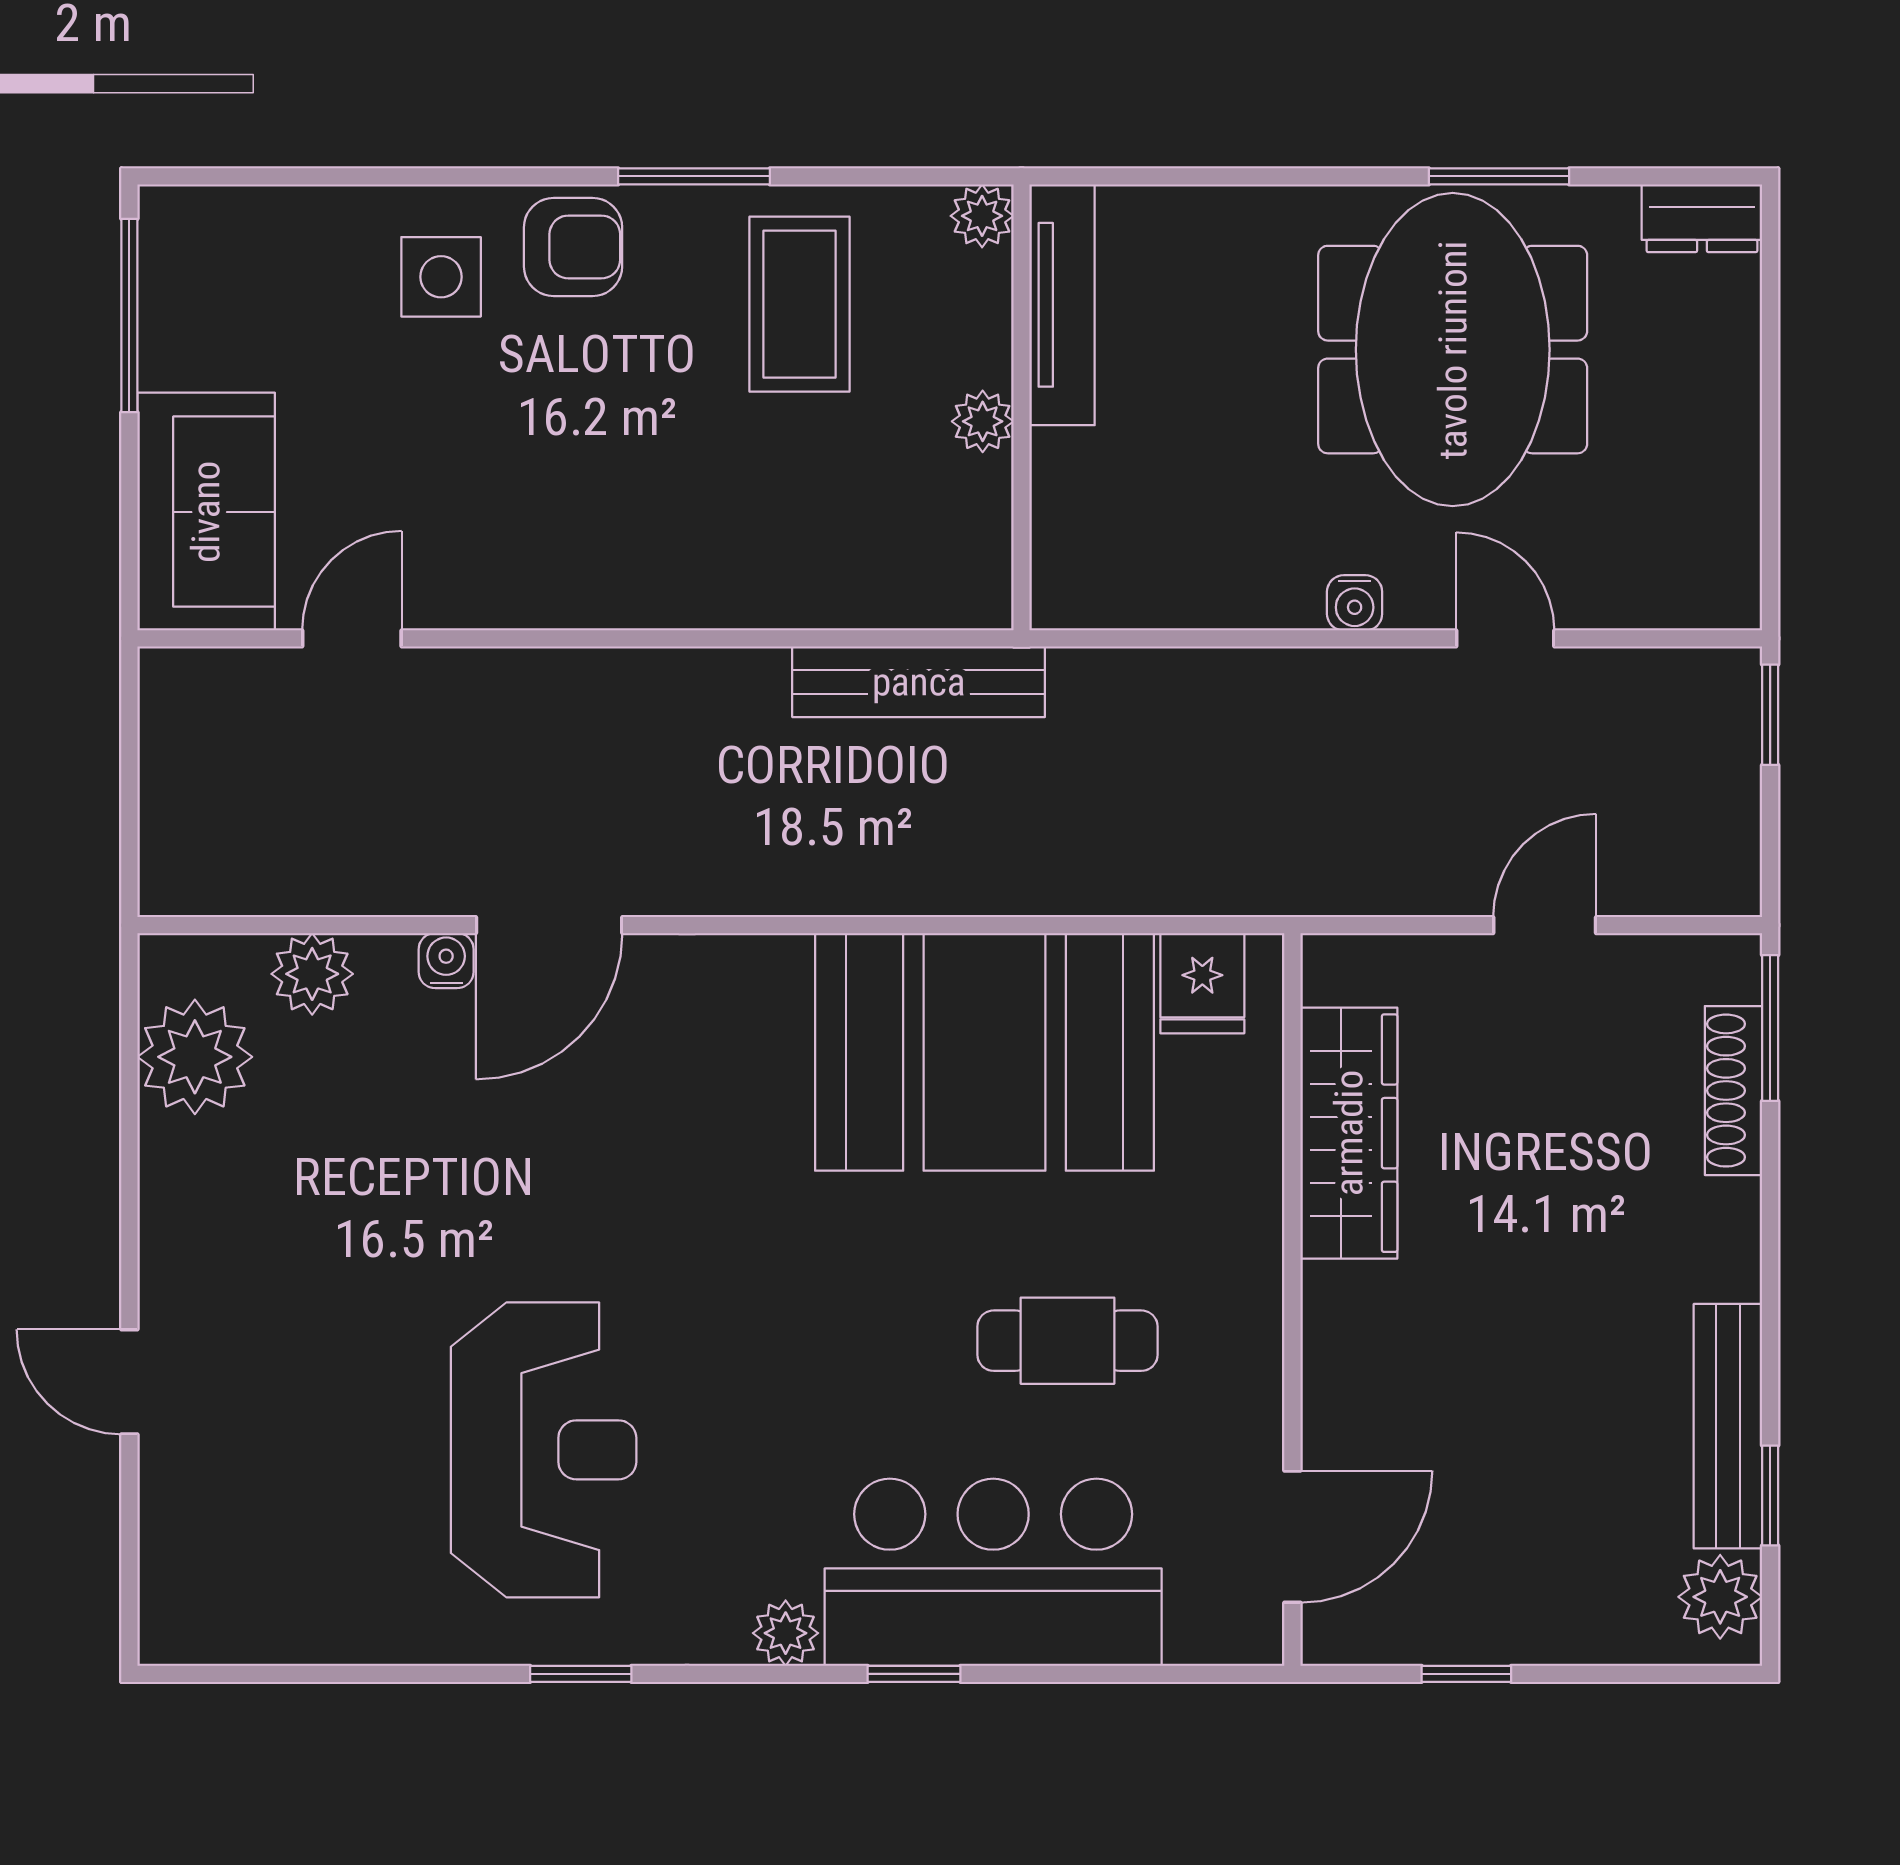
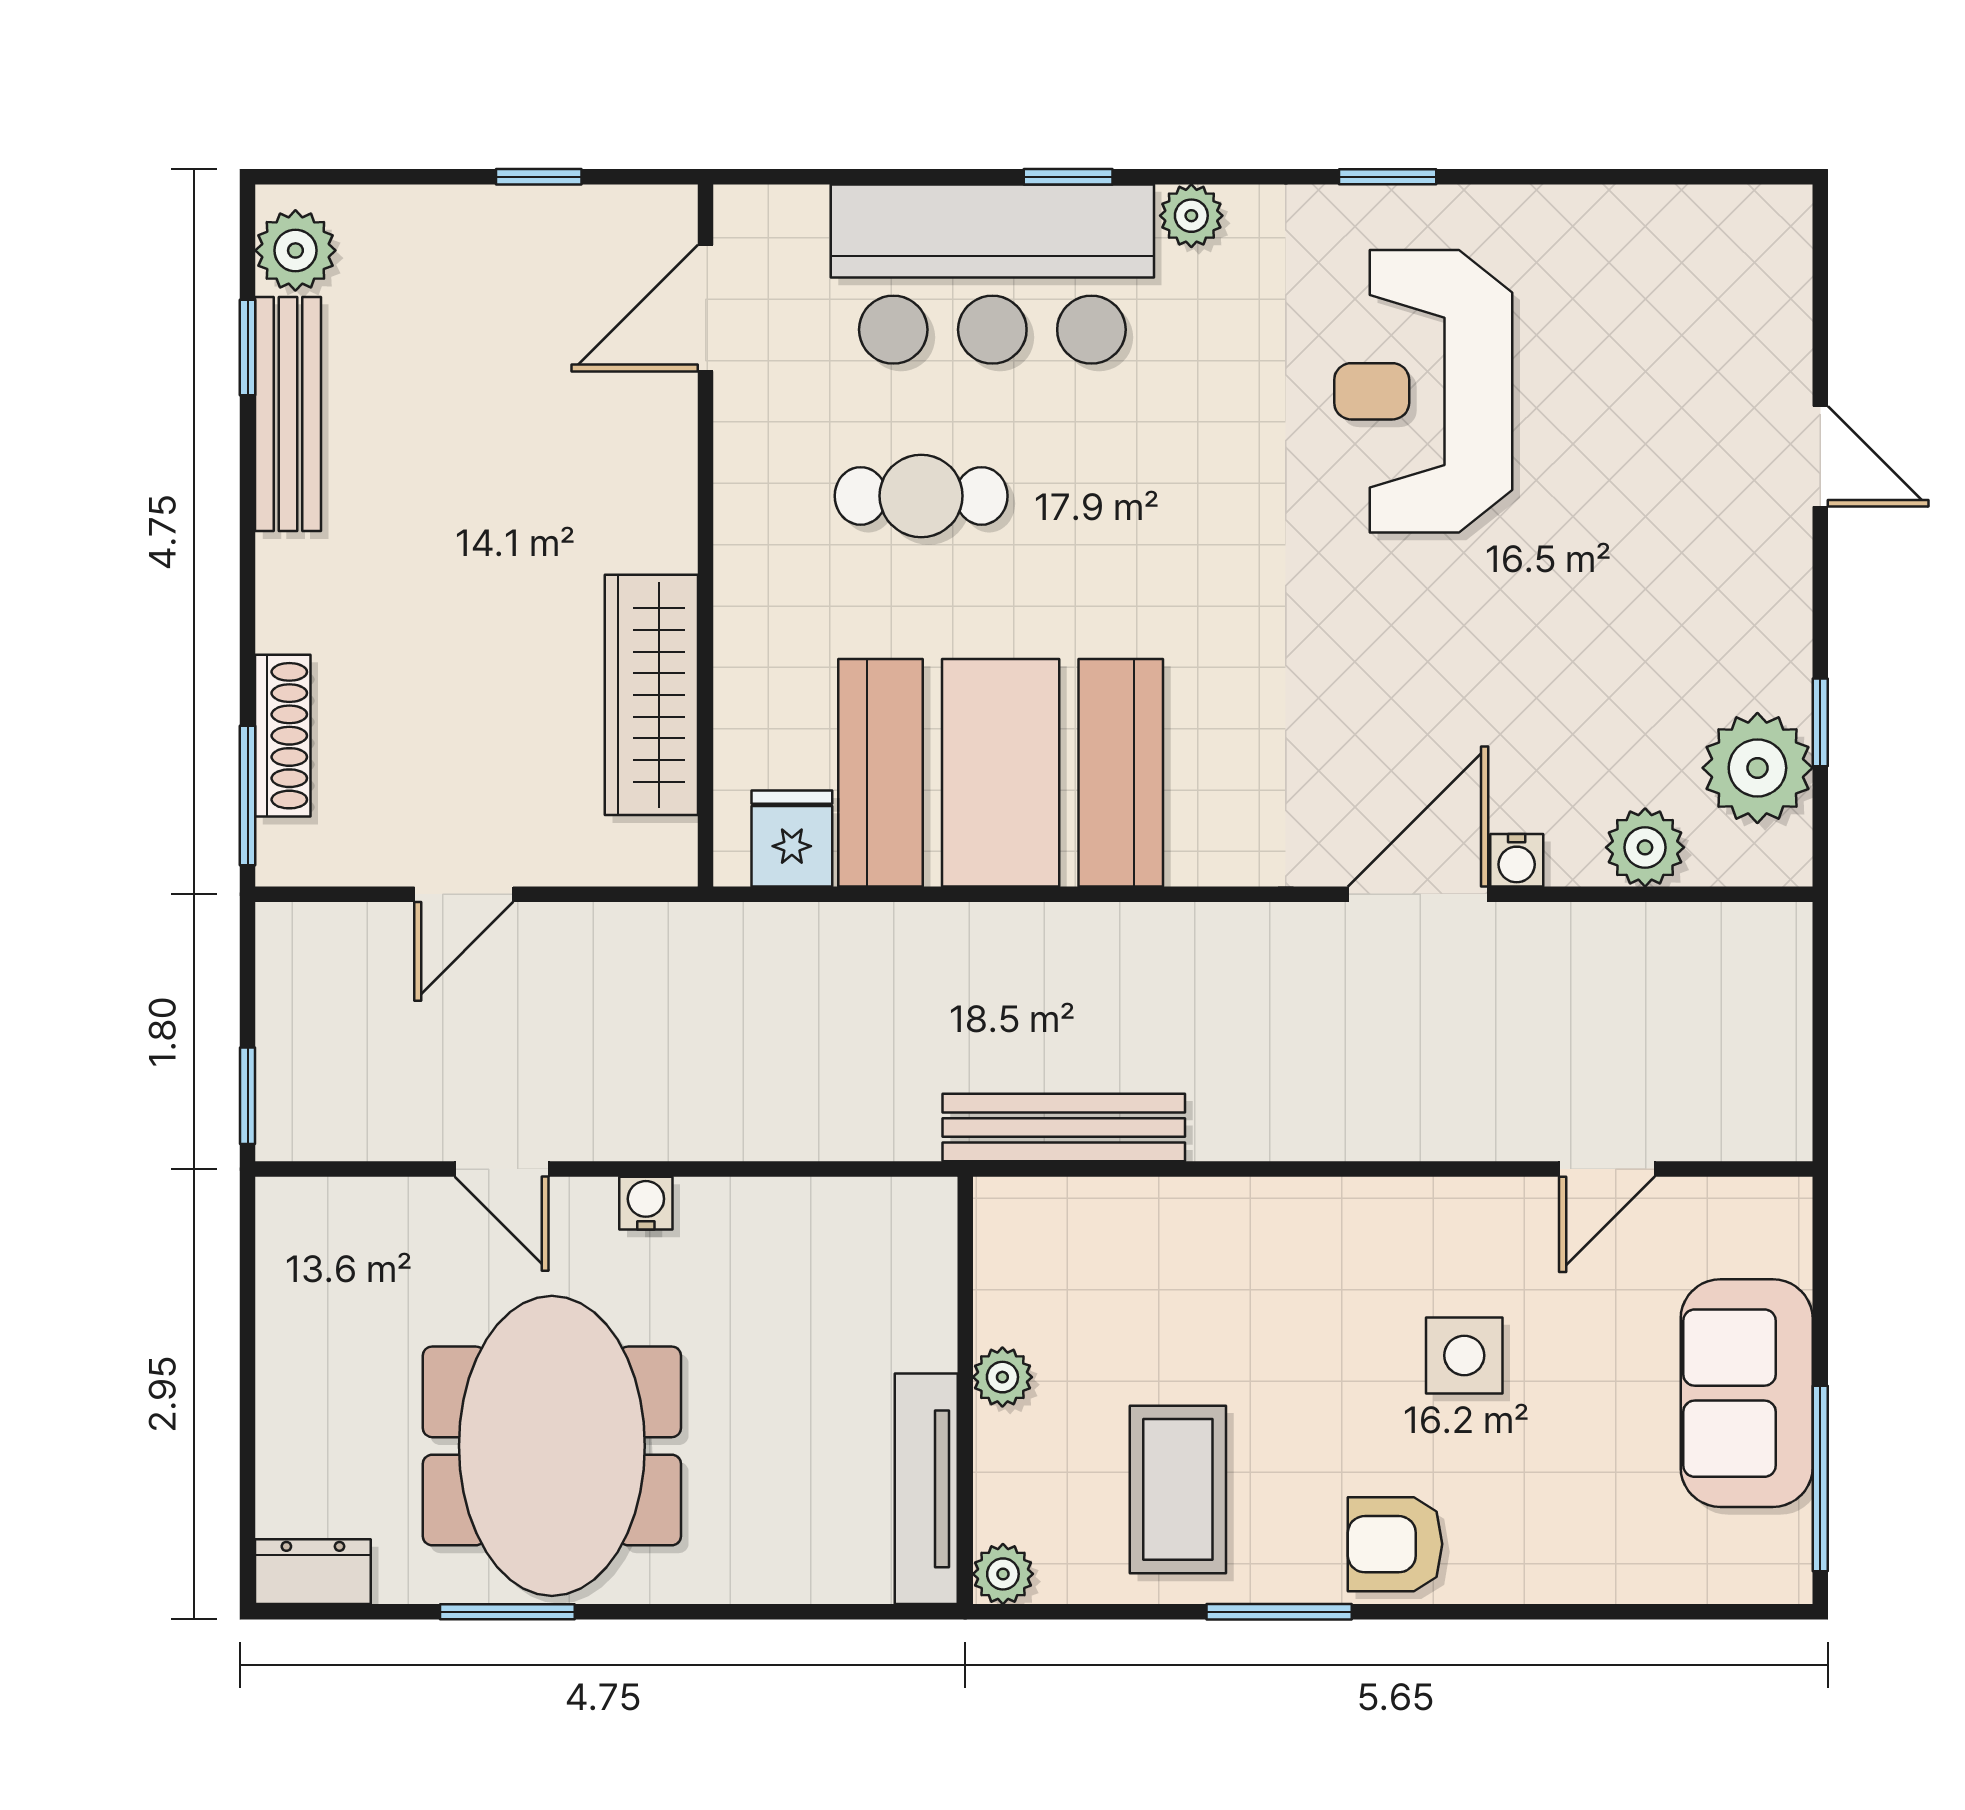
side table: (441, 277) -> (1464, 1355), moved
sofa: (206, 512) -> (1747, 1393), moved
window: (129, 1104) -> (1820, 722), added

